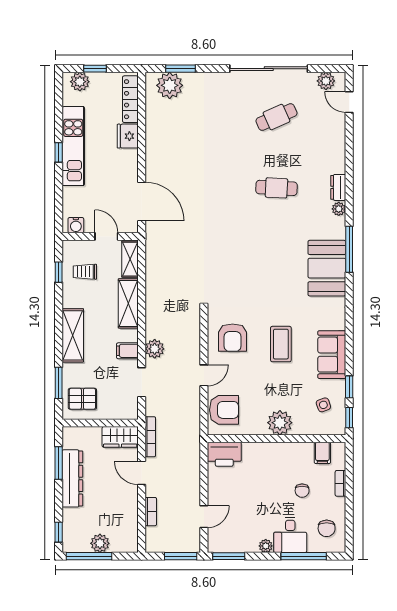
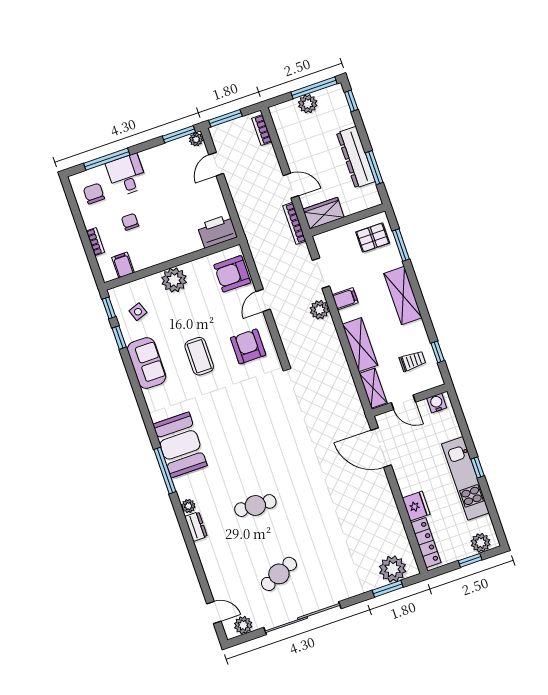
bookcase: (151, 512) -> (262, 130), moved
plant: (266, 546) -> (196, 139), moved

